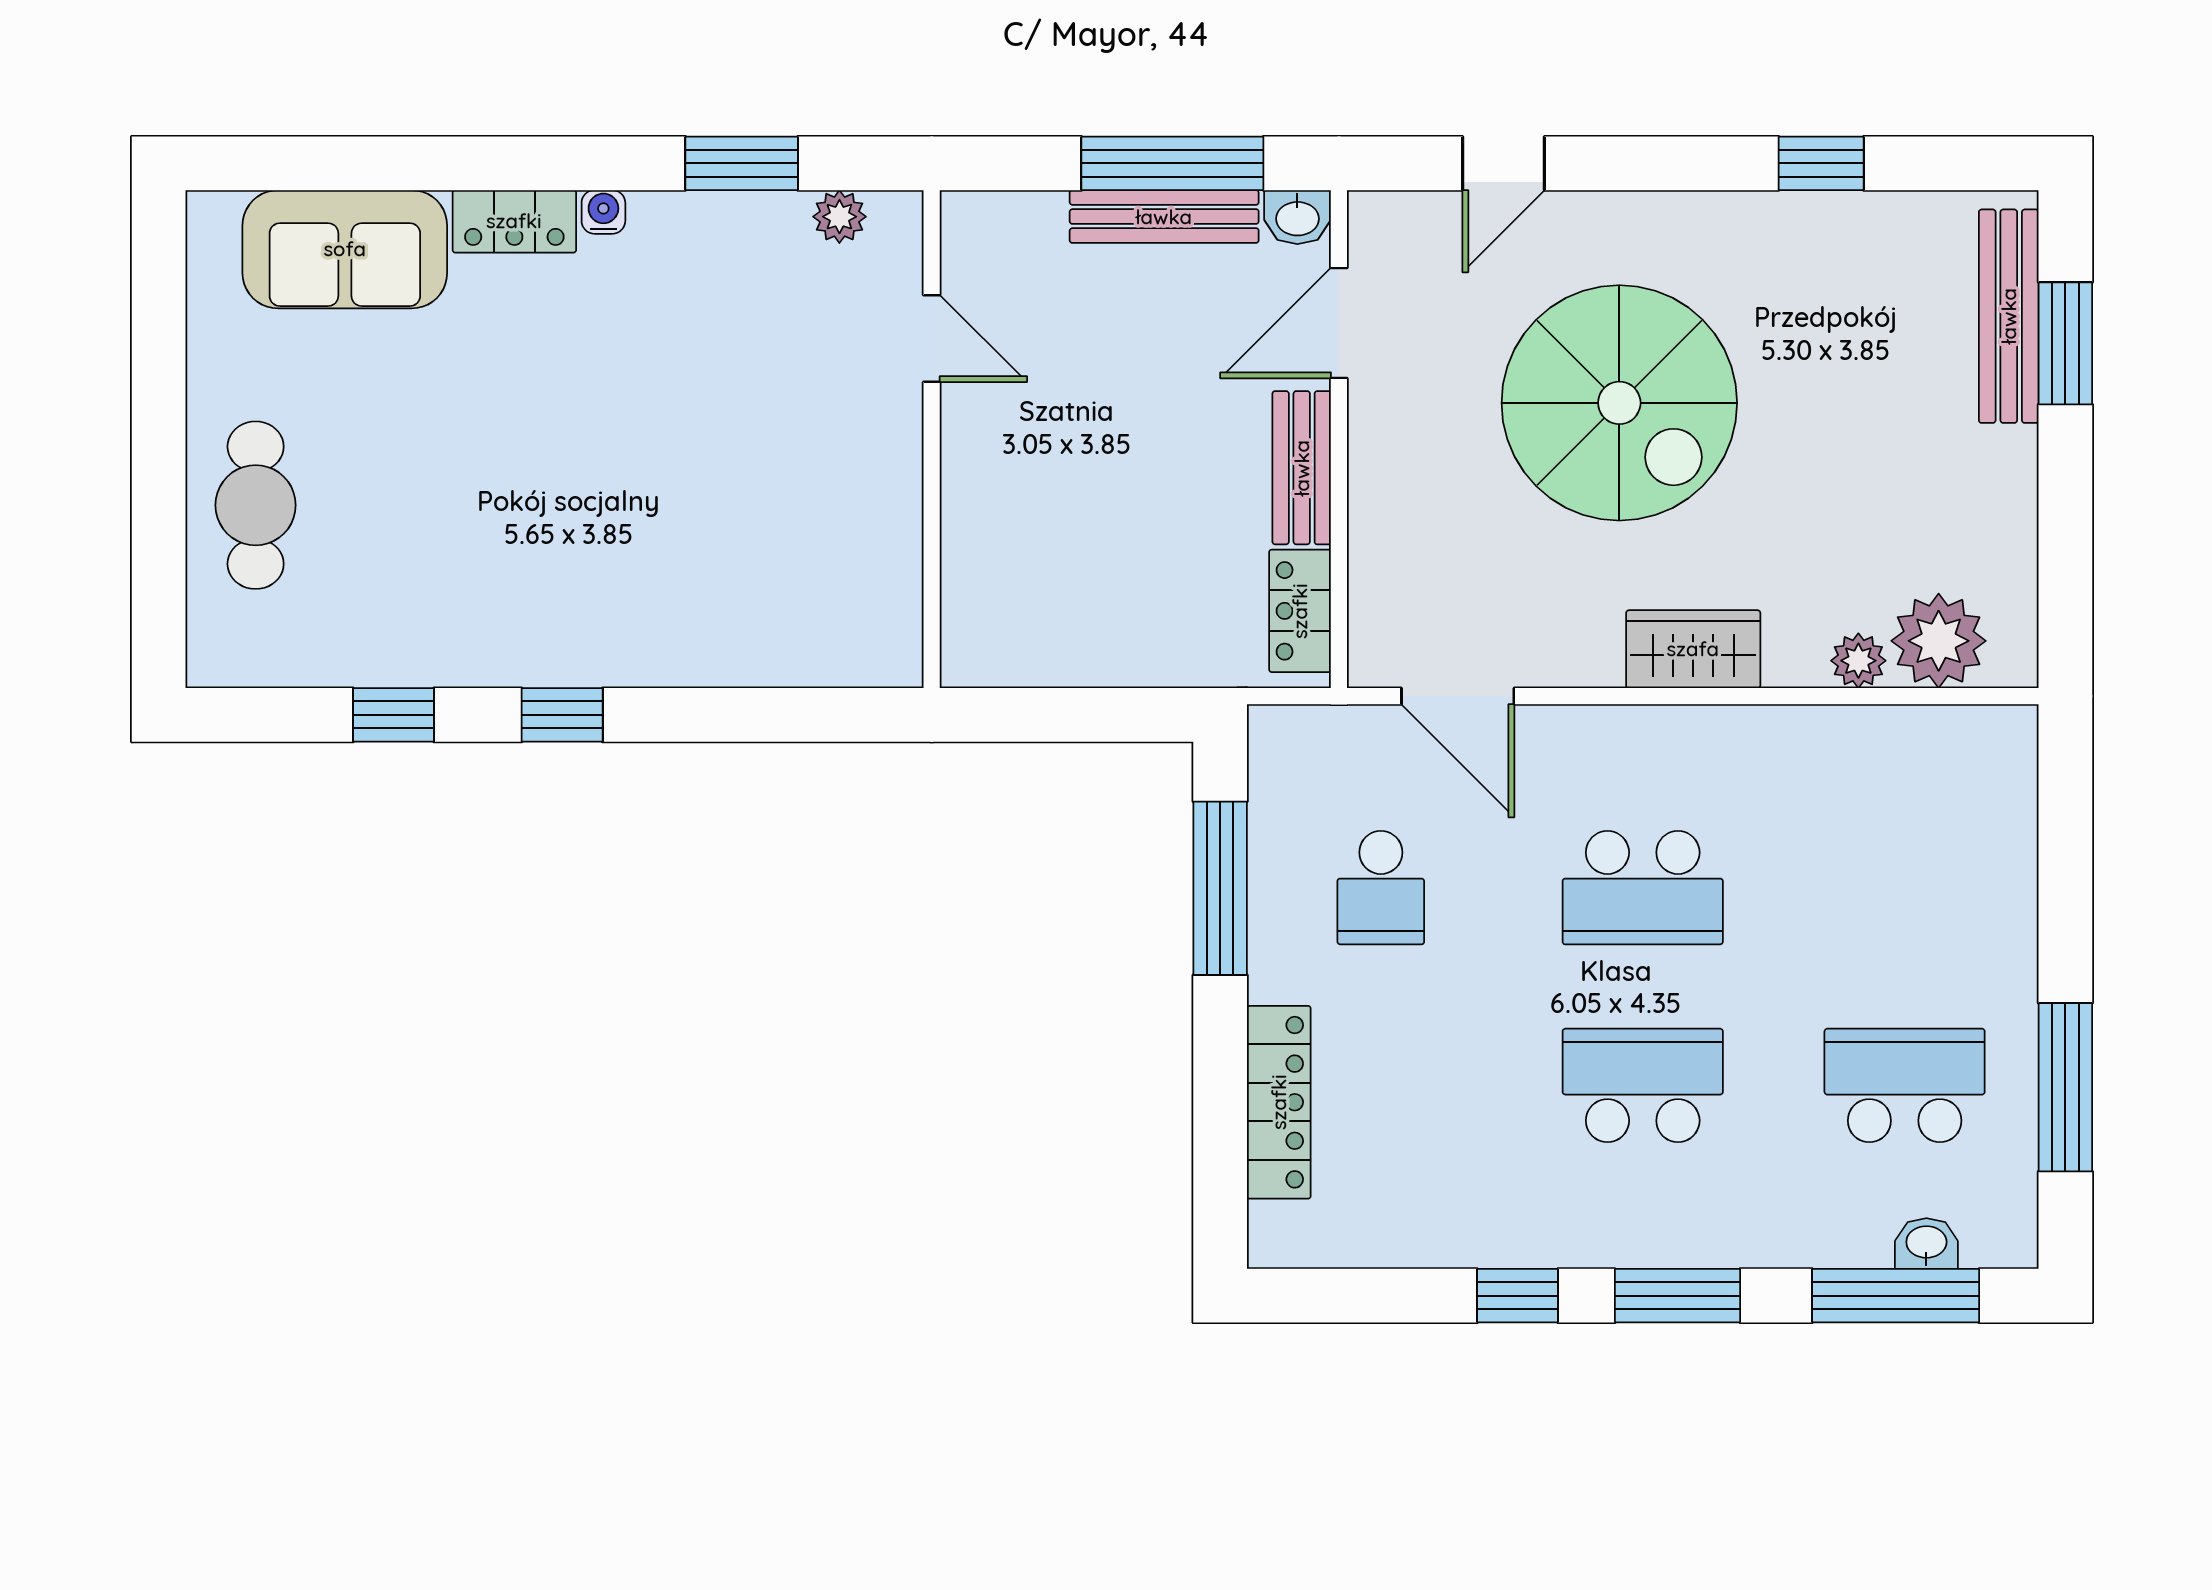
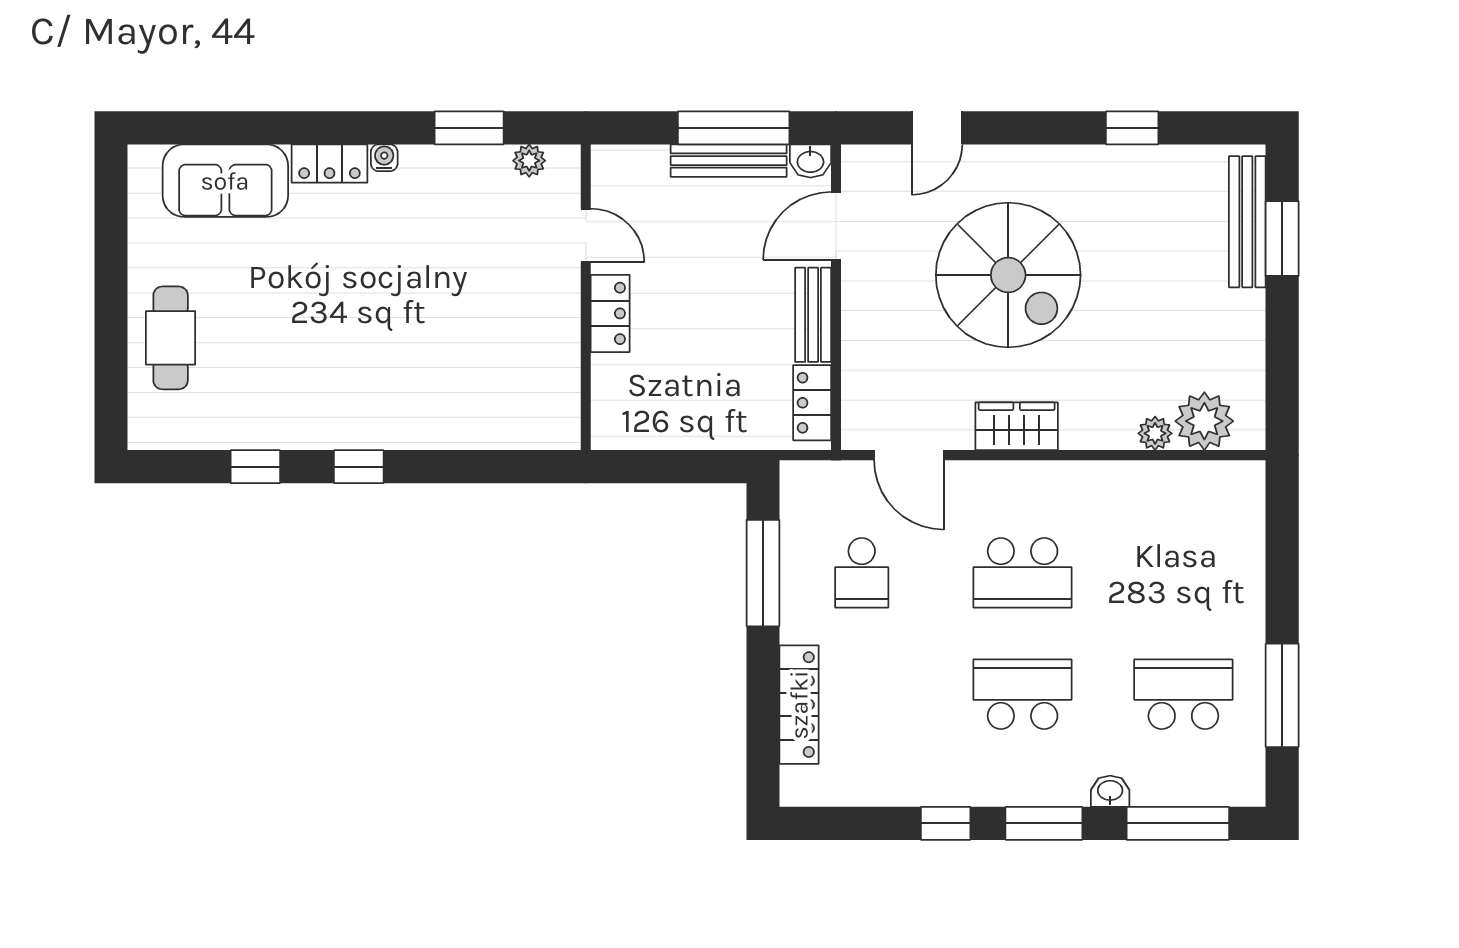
locker: (971, 465) -> (610, 313), added
wardrobe: (1693, 649) -> (1017, 426), moved
washbasin: (1926, 1244) -> (1110, 791), moved

